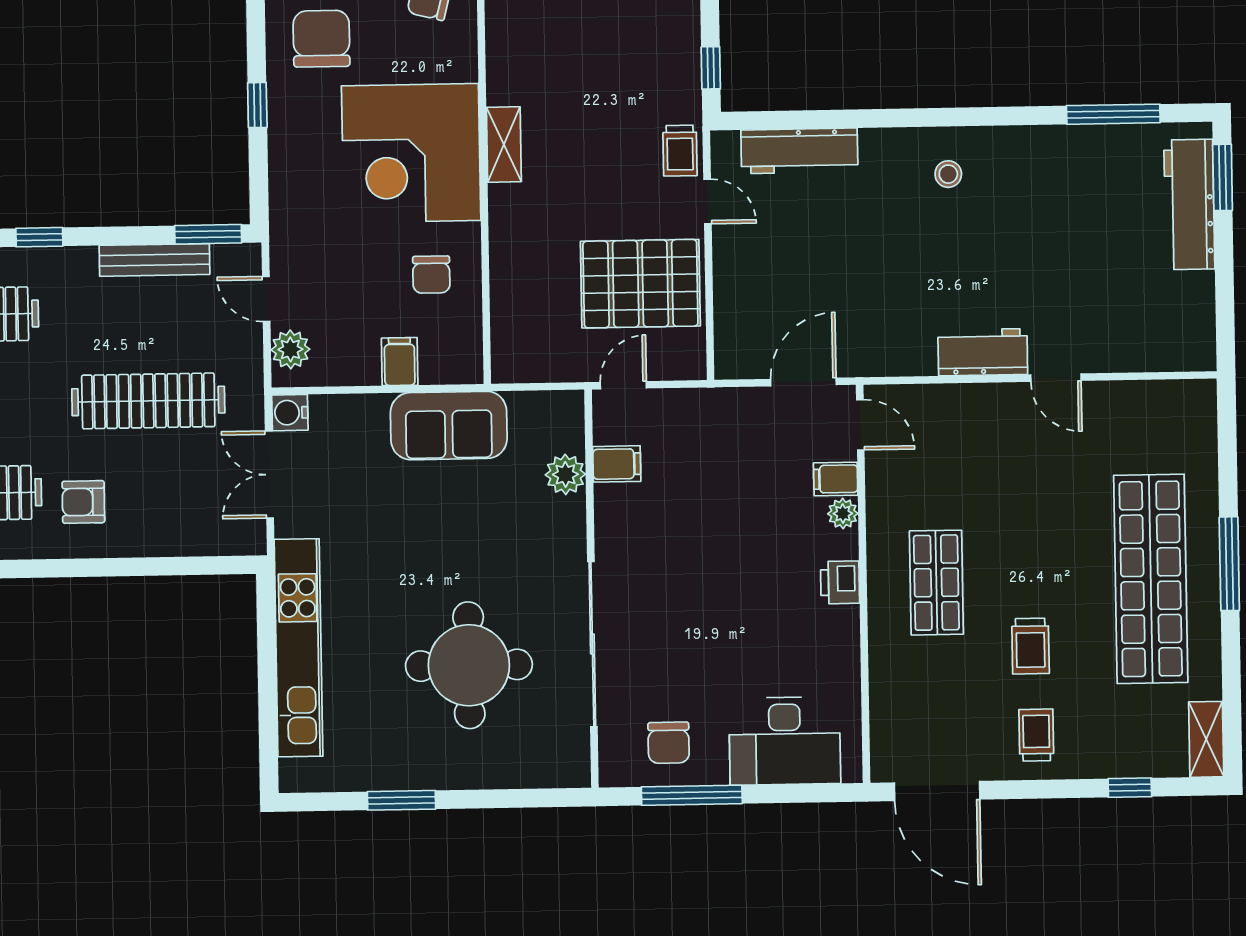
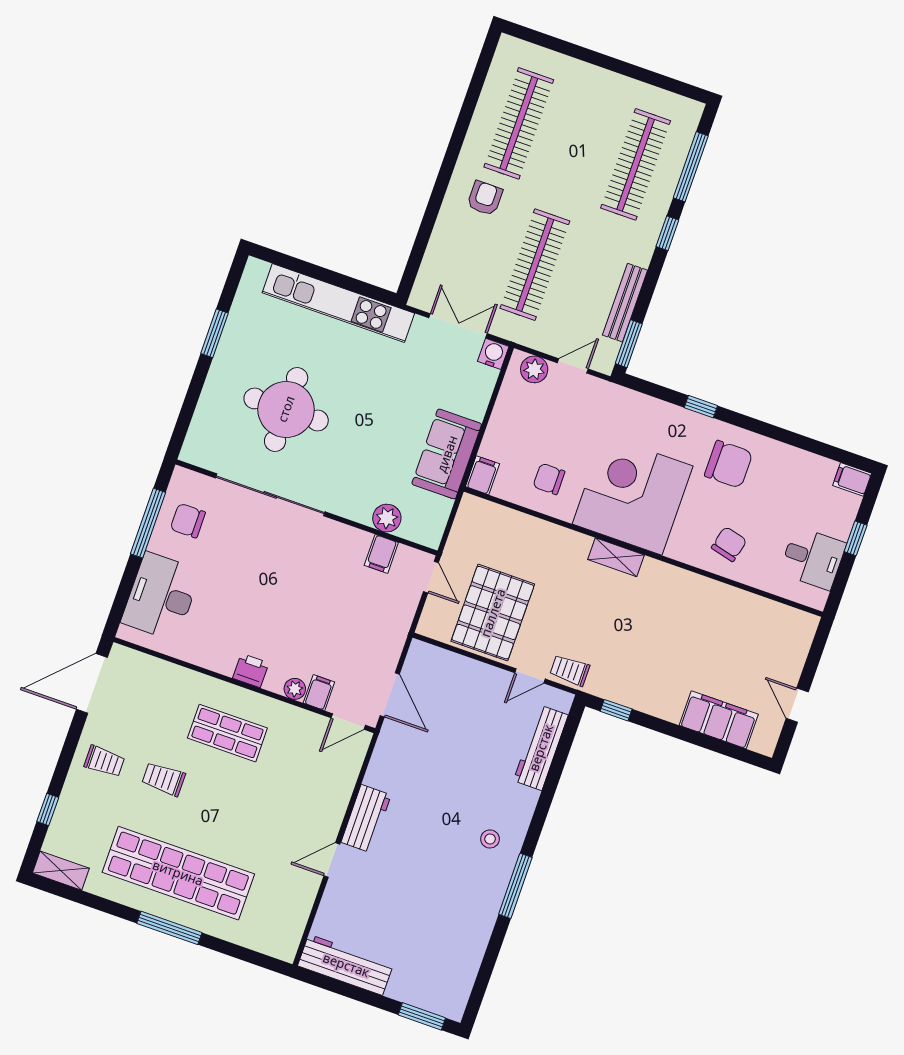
window: (1113, 114) -> (515, 886), moved
workbench: (1189, 204) -> (346, 965), moved
filing cabinet: (400, 362) -> (482, 475), moved, turned -90

